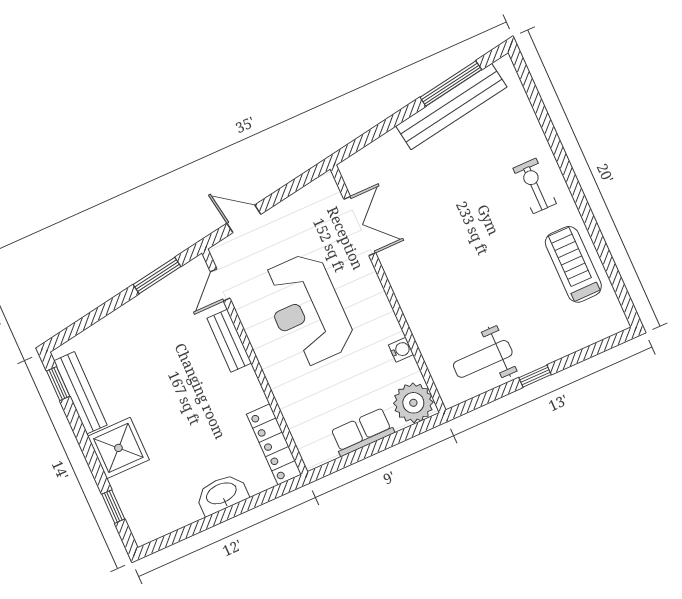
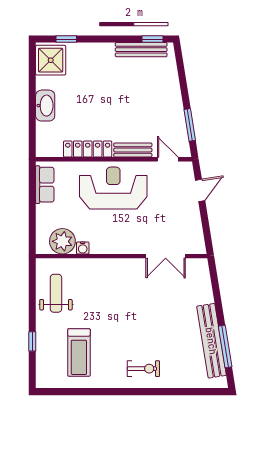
treadmill: (573, 264) -> (79, 353), moved, turned 90
reception desk: (307, 310) -> (113, 188), moved
window: (535, 376) -> (32, 341), moved
plant: (413, 403) -> (62, 241), moved
row of seats: (362, 432) -> (45, 185), moved
locker: (274, 444) -> (88, 149), moved
shower: (118, 448) -> (51, 60), moved

